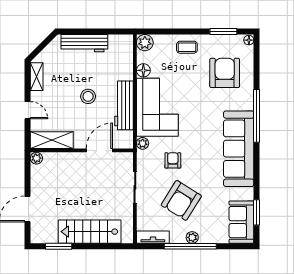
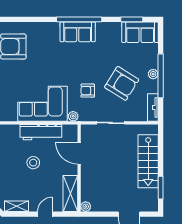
floor lamp: (143, 70) -> (11, 116), removed
window: (257, 116) -> (79, 19), moved
sofa: (239, 149) -> (78, 32), width x0.54, depth x0.79

